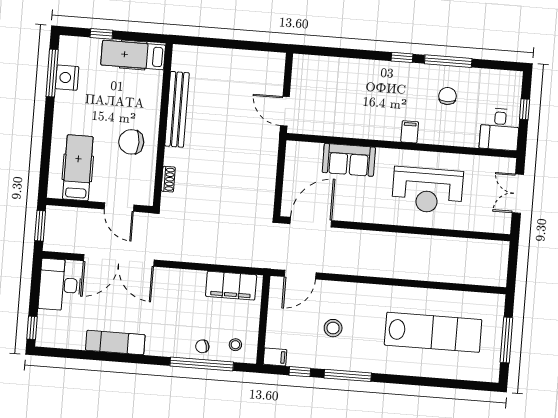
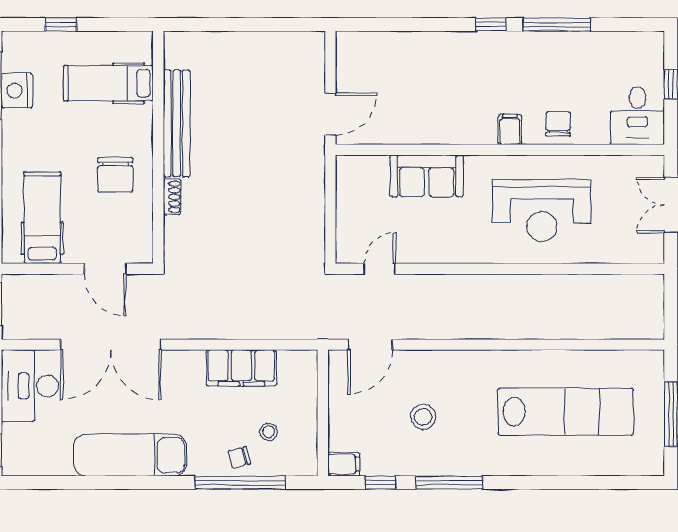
hospital bed: (133, 55) -> (108, 83), moved
chair: (447, 96) -> (558, 124), moved
door: (285, 111) -> (330, 114), swing flipped
chair: (131, 142) -> (115, 175), turned -90
shoe rack: (168, 179) -> (172, 197), moved
door: (311, 222) -> (380, 269), width x0.53
filing cabinet: (231, 286) -> (241, 368), moved
exam couch: (115, 342) -> (130, 455), width x1.36, depth x1.45
stool: (235, 345) -> (268, 432), moved

